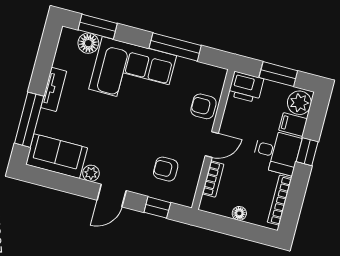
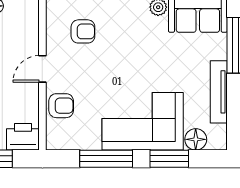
window: (98, 27) -> (169, 159), moved
tv unit: (54, 89) -> (219, 92), width x1.41
bookcase: (213, 179) -> (32, 34), removed

